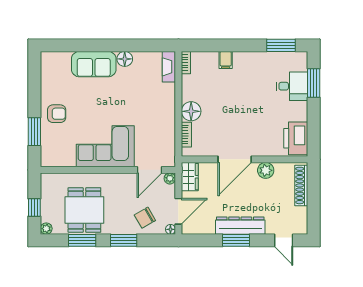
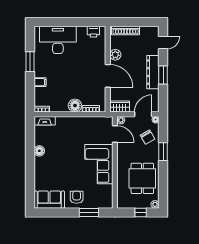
window: (281, 45) -> (30, 62), moved
sofa: (94, 64) -> (49, 200), moved, turned -90
window: (314, 83) -> (56, 22), removed
desk: (292, 86) -> (58, 40), width x1.87, depth x1.30
printer: (296, 138) -> (93, 32), width x0.53, depth x0.68
dining table: (84, 210) -> (142, 178), turned 90
door: (178, 211) -> (143, 114), hinge flipped
window: (82, 240) -> (163, 180), removed

